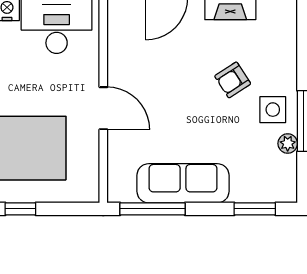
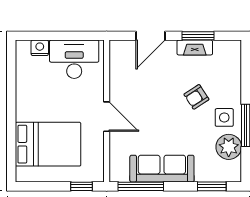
plant: (288, 143) -> (229, 147), width x1.88, depth x1.88
window: (20, 209) -> (81, 186), moved

